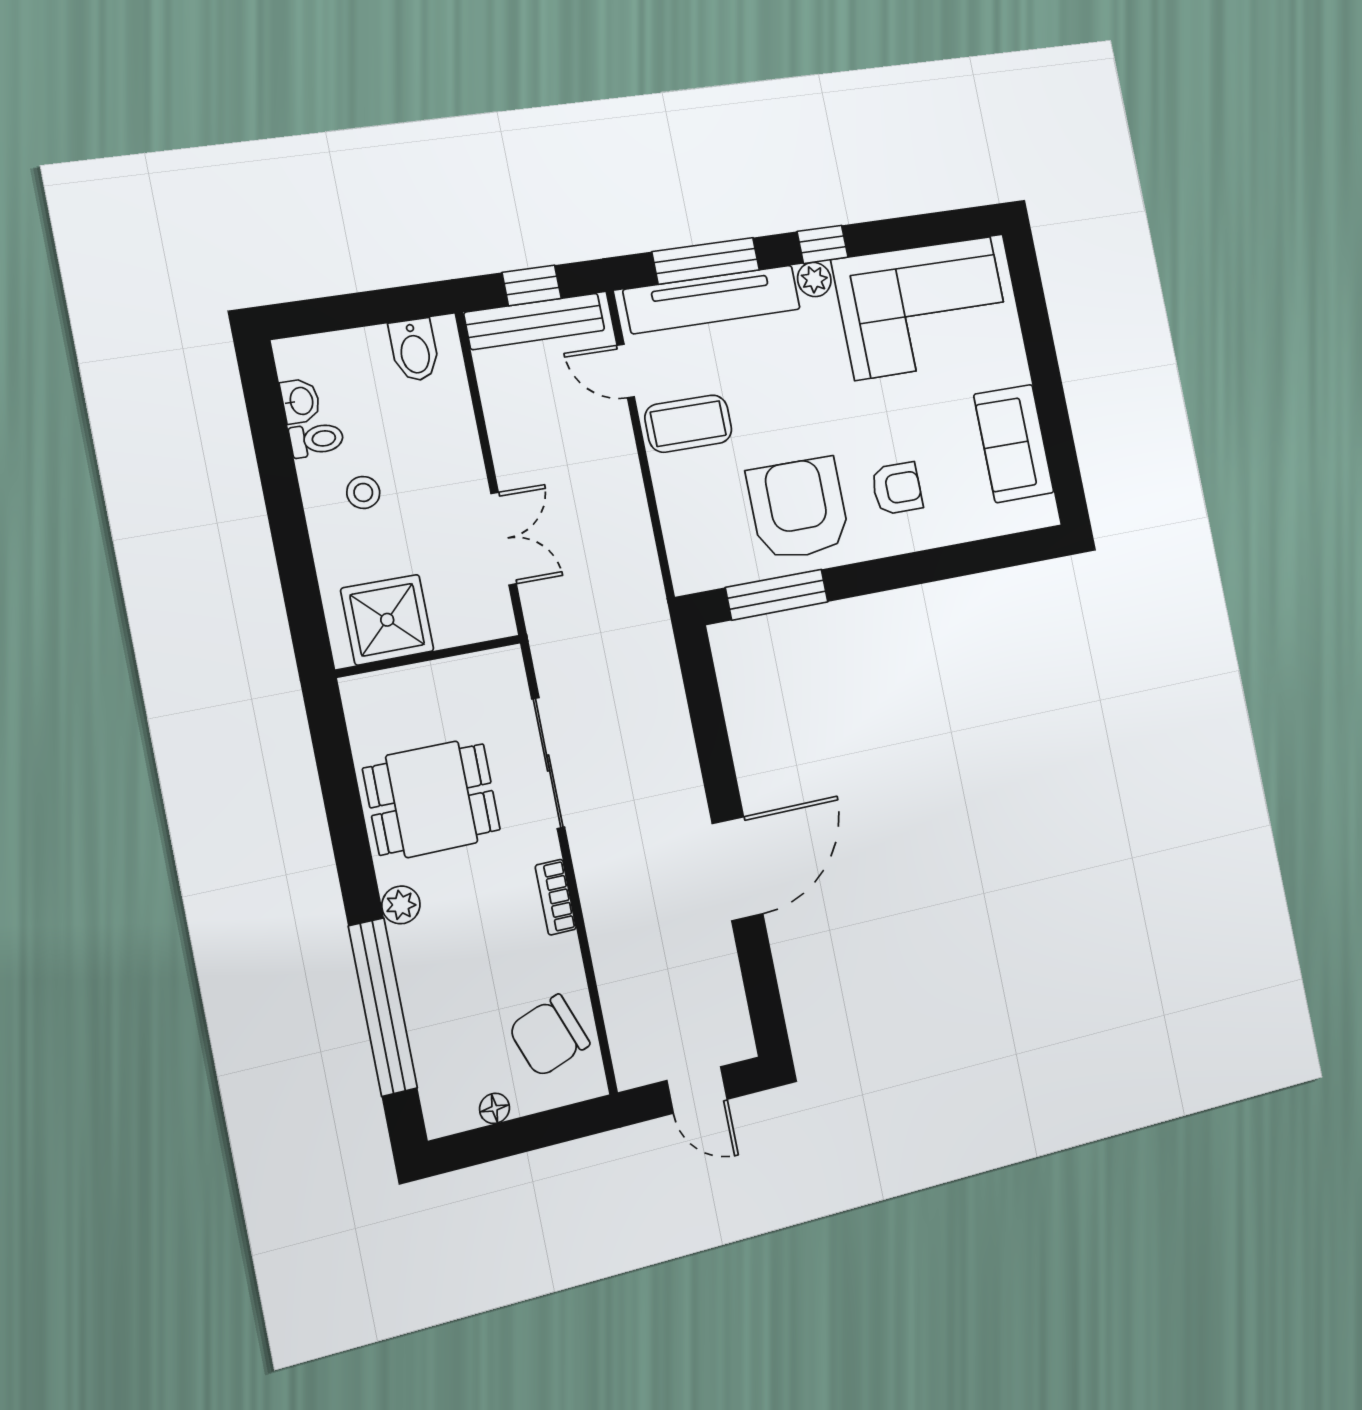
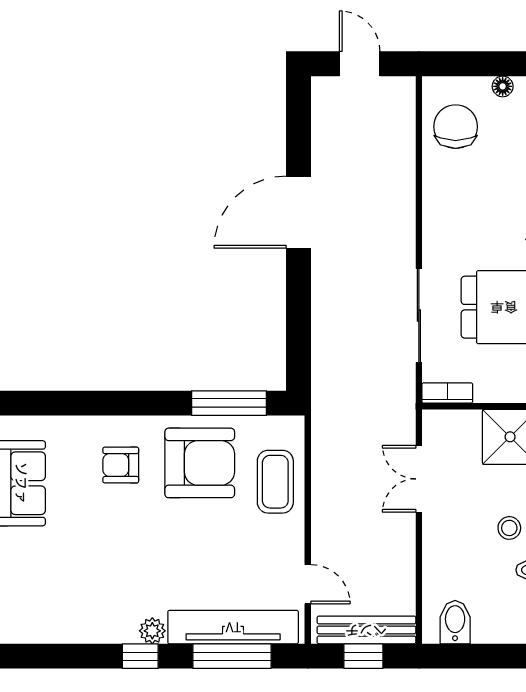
corner sofa: (923, 308) -> (71, 597), removed
coffee table: (688, 424) -> (275, 482), moved, turned 90
armchair: (798, 509) -> (200, 463), turned -90
bookcase: (556, 897) -> (447, 393), moved, turned -90
chair: (549, 1036) -> (456, 127), turned -70

